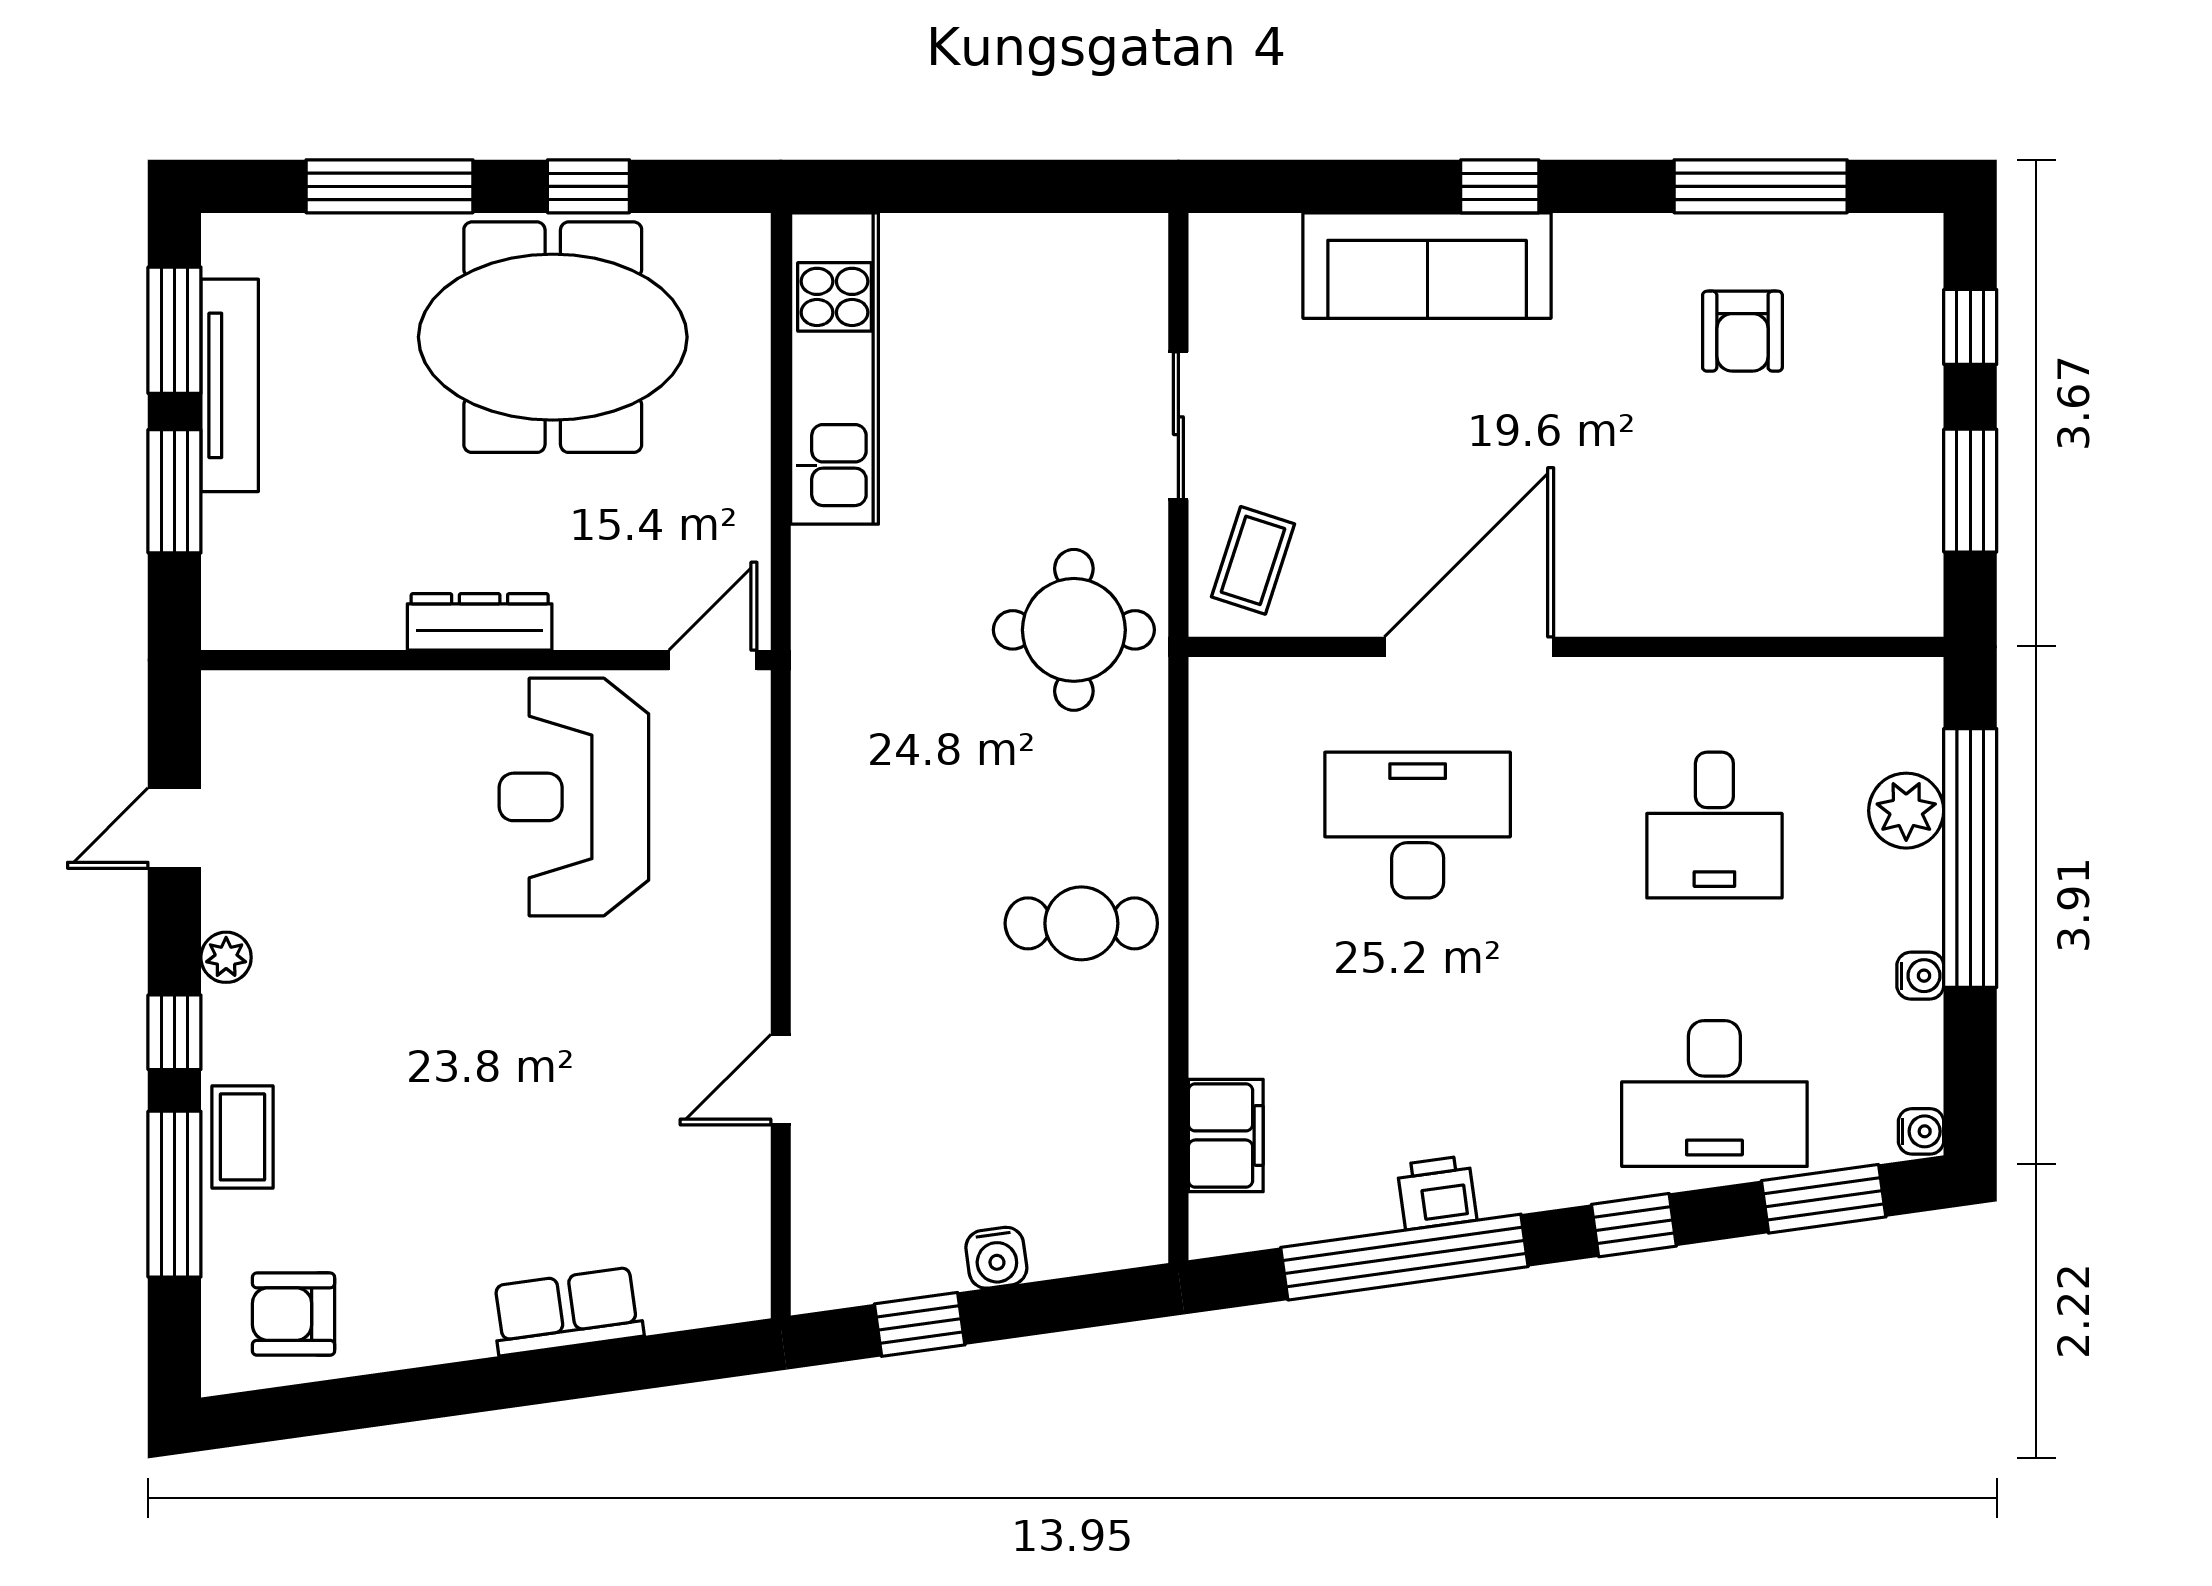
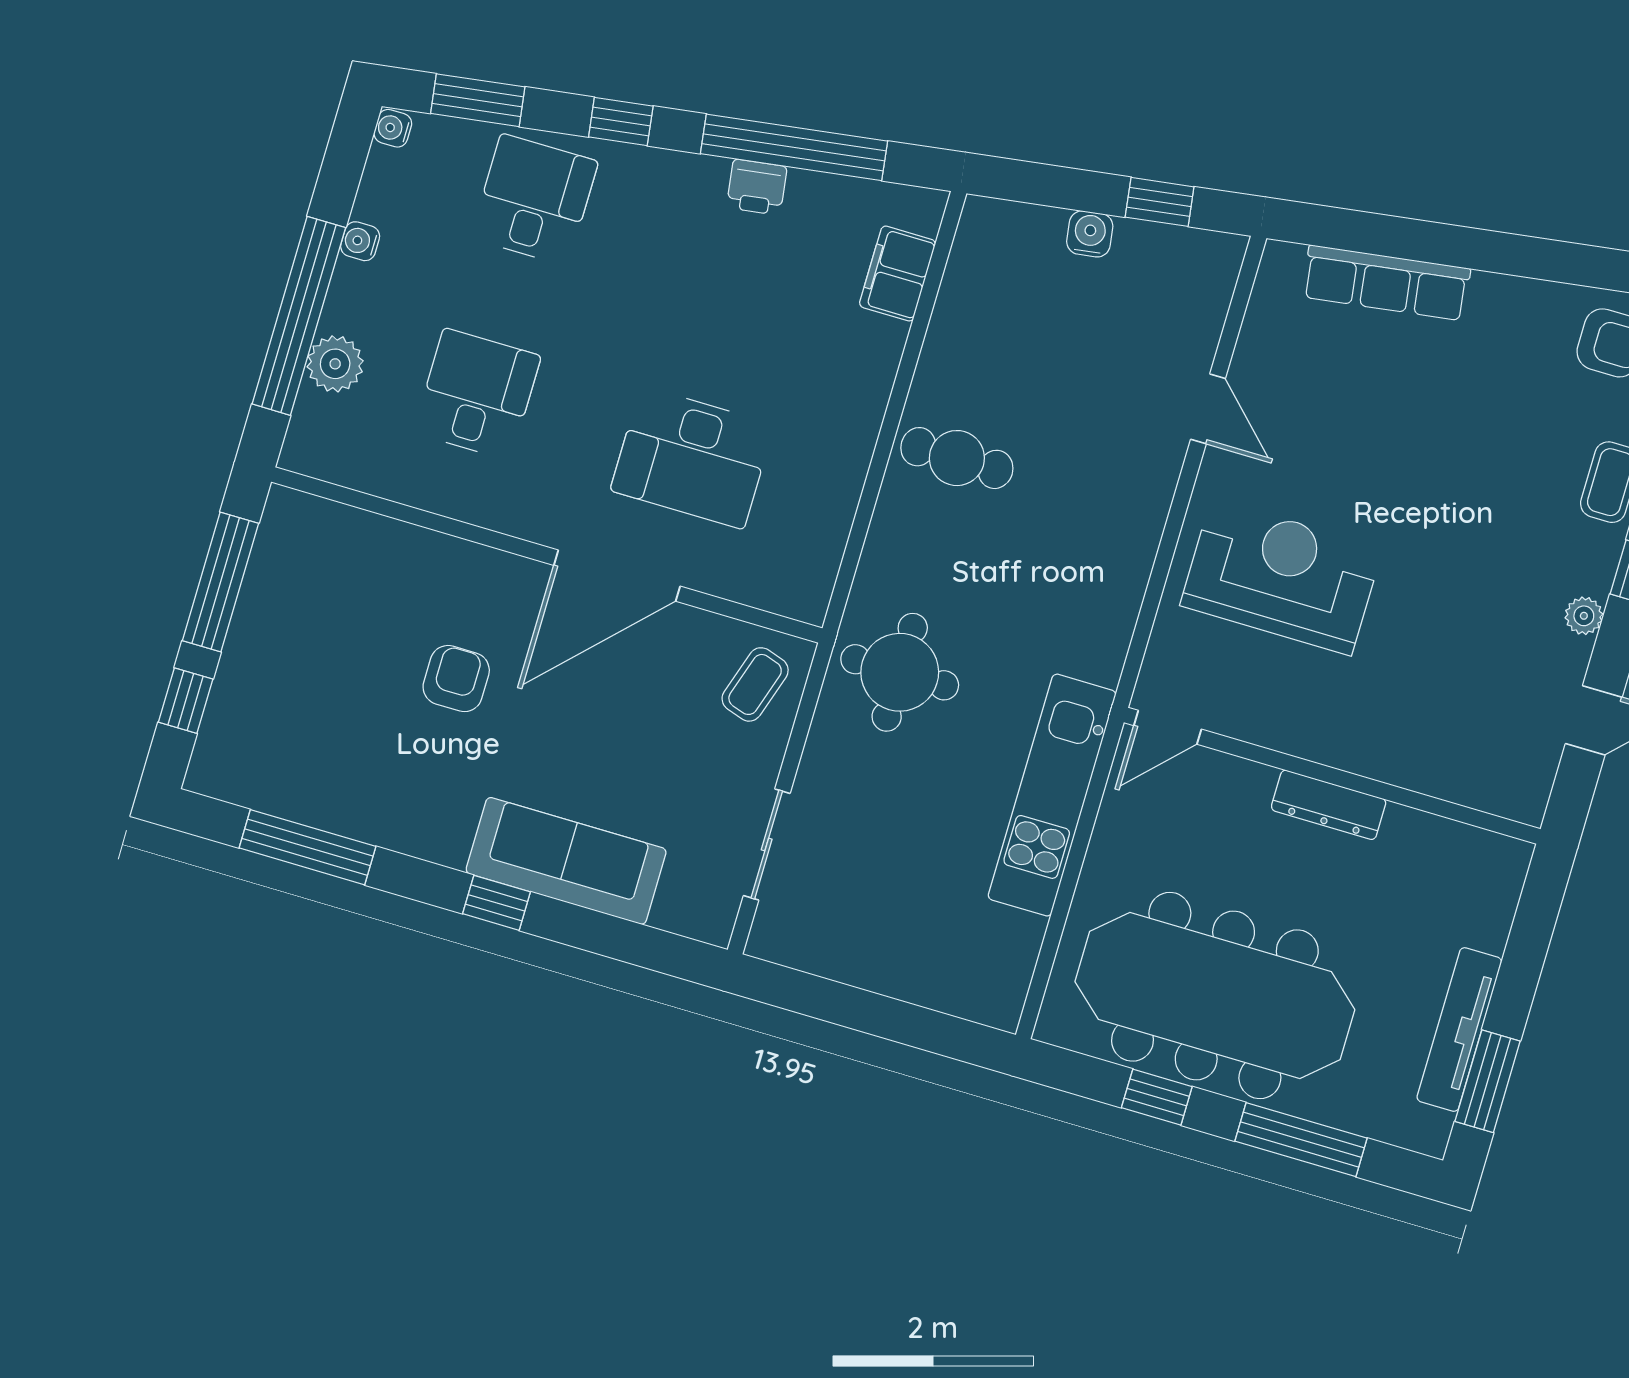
armchair: (1742, 331) -> (456, 679), moved
meeting table: (553, 337) -> (1215, 996), width x1.36
kitchen unit: (835, 369) -> (1052, 795), moved
sliding door: (1178, 426) -> (767, 845), moved
window: (174, 491) -> (1522, 965), removed
window: (1970, 491) -> (220, 582), width x1.44
reception desk: (574, 797) -> (1281, 577), moved, turned -90
door: (781, 1080) -> (1208, 409), hinge flipped
desk: (1714, 1094) -> (534, 200), width x0.73
row of seats: (567, 1311) -> (1386, 283), width x1.48

